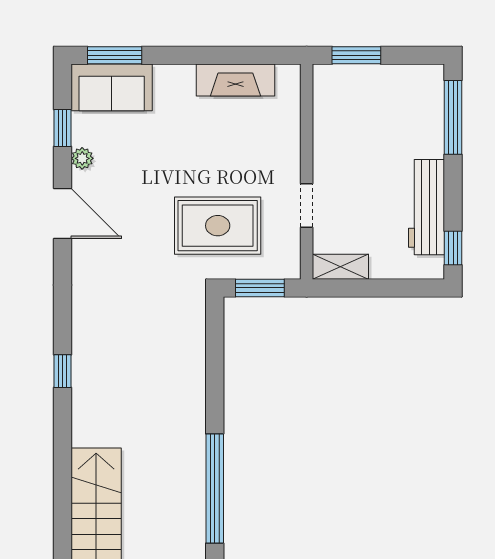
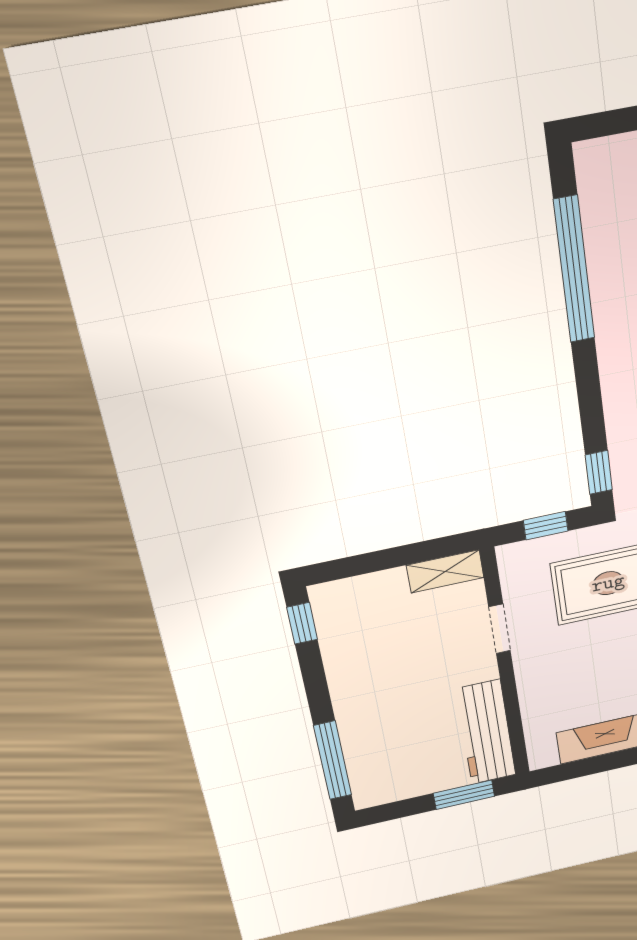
workbench: (426, 207) -> (486, 732), moved, turned 180
window: (260, 288) -> (546, 526), width x0.67
window: (215, 324) -> (599, 472), added

